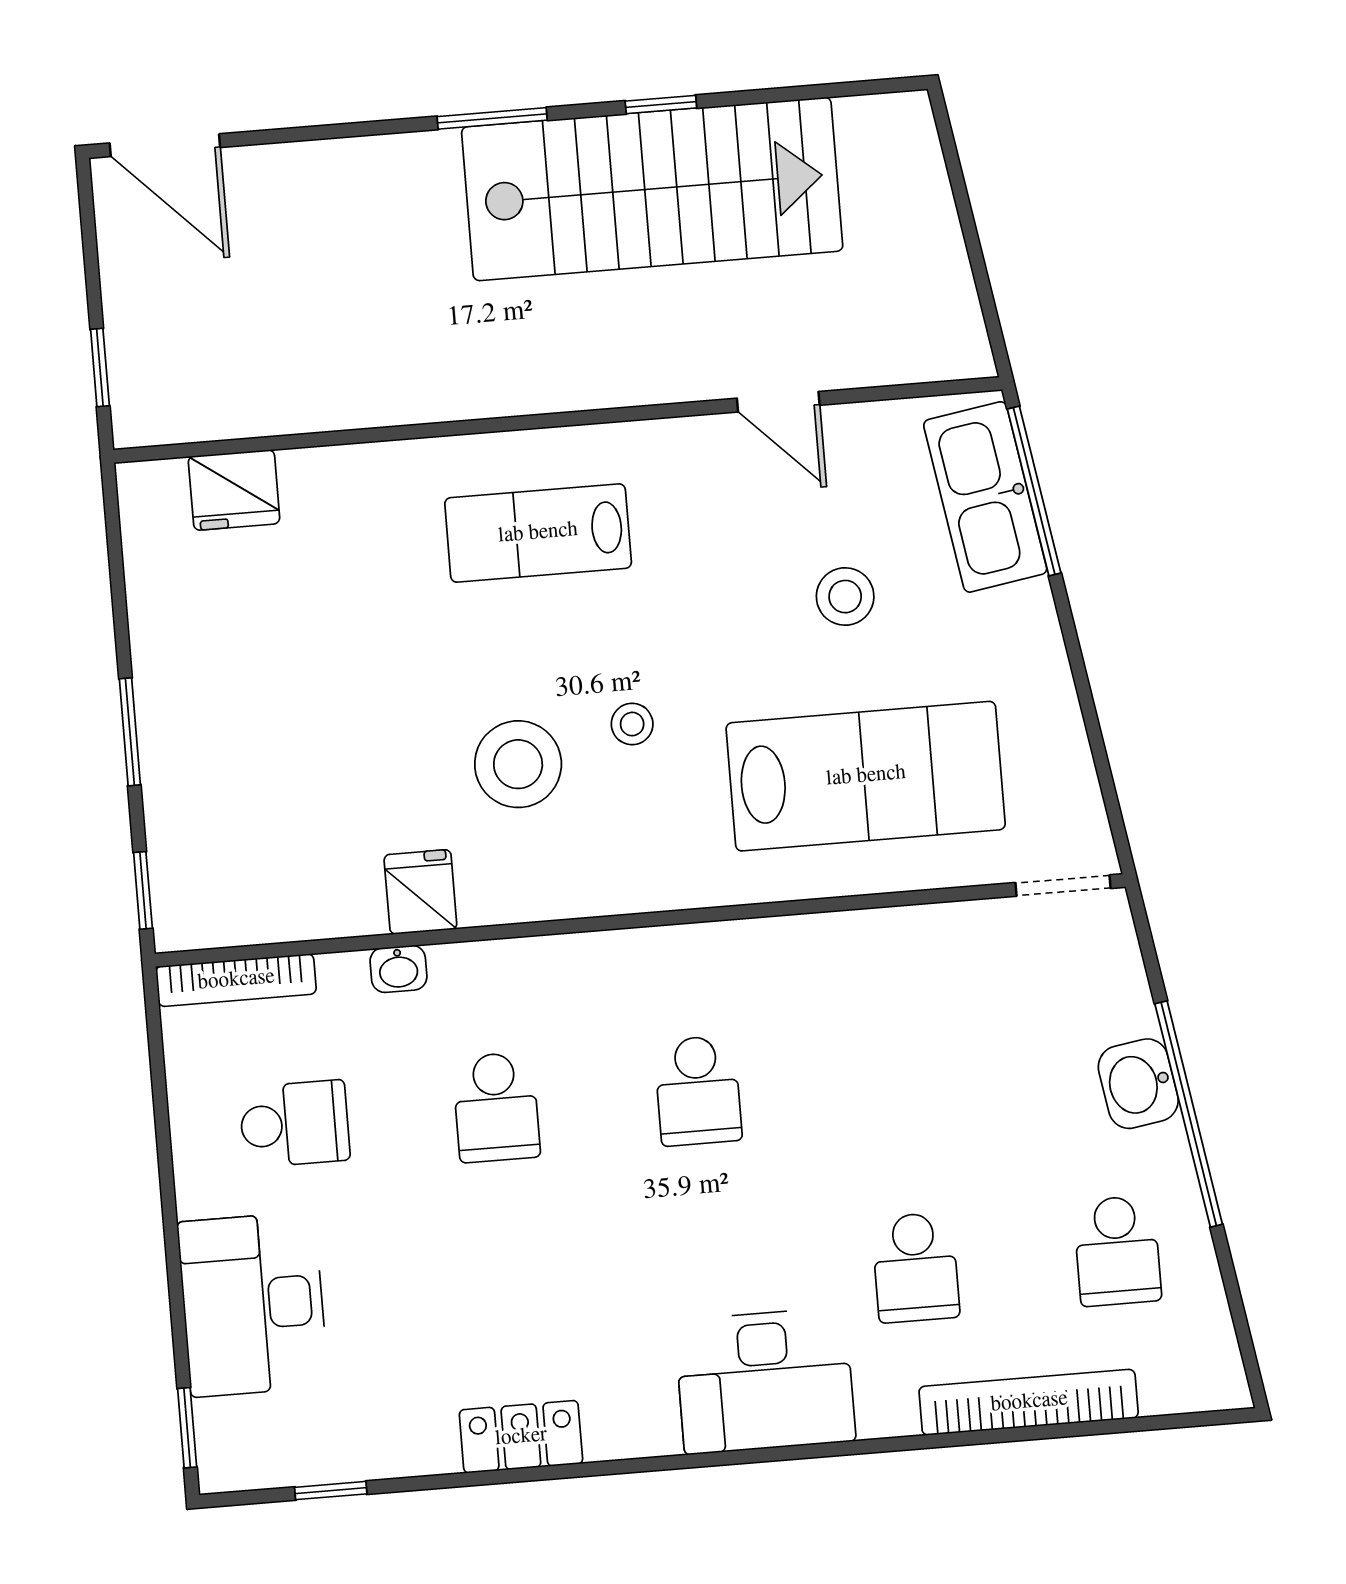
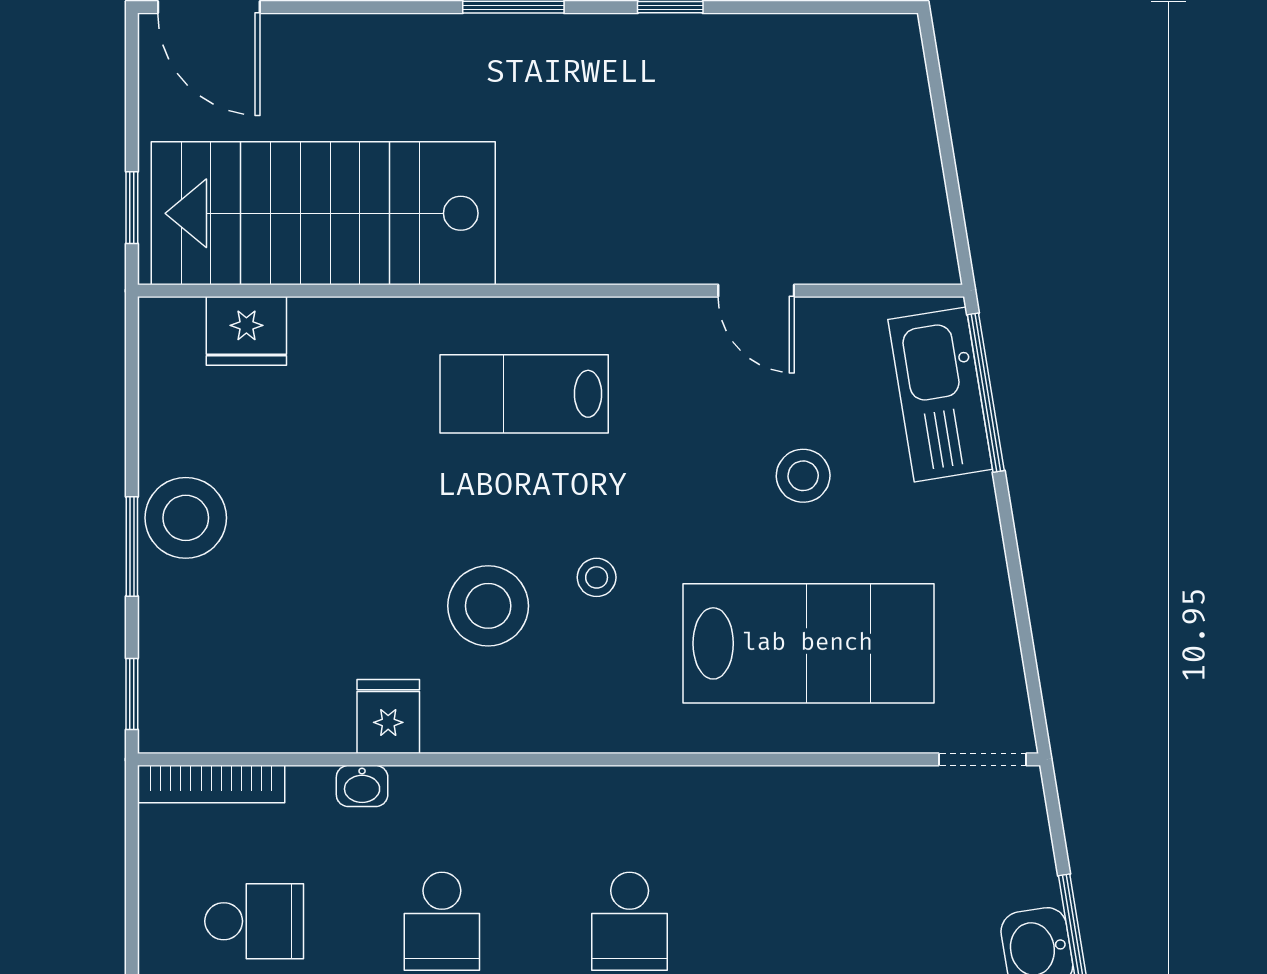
stairs: (652, 189) -> (323, 213), moved, turned 180
stool: (185, 696) -> (186, 518), added

